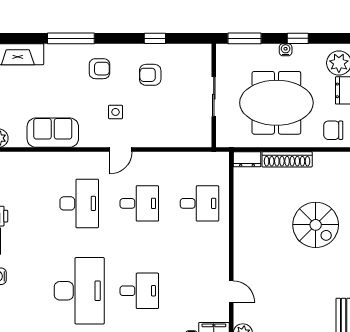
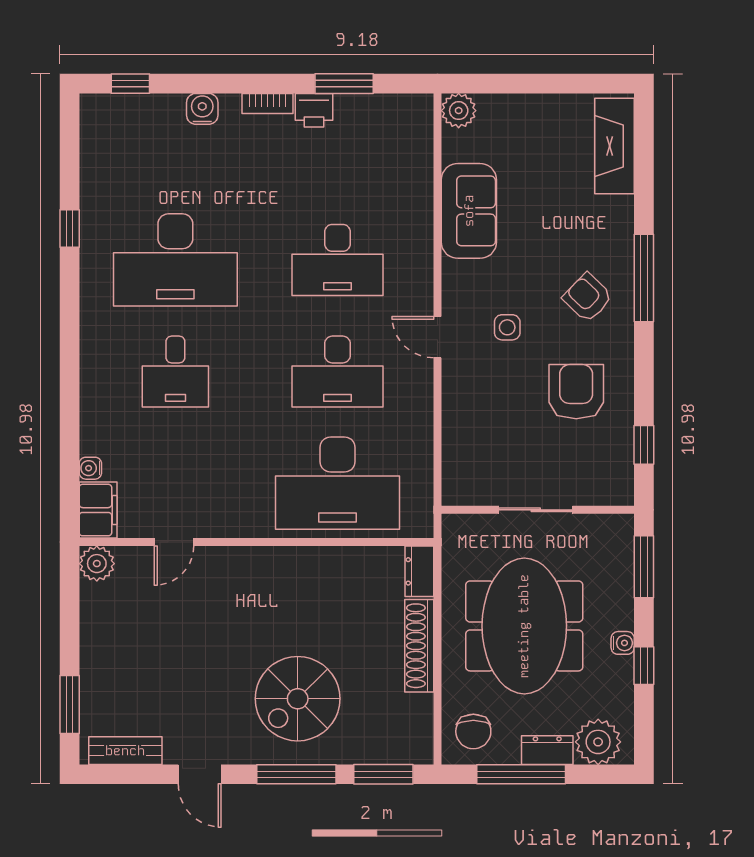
window: (71, 38) -> (644, 278), moved
window: (155, 38) -> (644, 445), moved
armchair: (99, 69) -> (588, 298), turned 134
armchair: (150, 75) -> (576, 392), width x1.38, depth x1.38
chair: (333, 130) -> (473, 731), turned 180
desk: (139, 203) -> (338, 372), width x1.37
desk: (199, 203) -> (338, 483), width x1.87, depth x1.30

